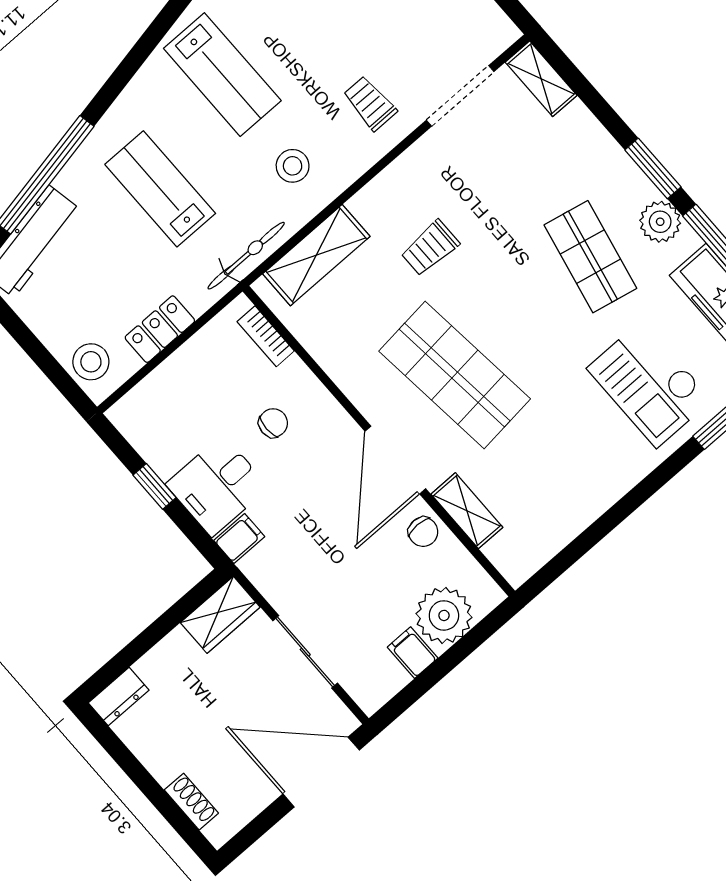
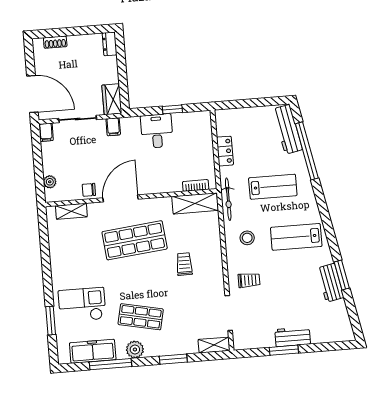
window: (653, 168) -> (173, 359), moved
shelving: (316, 255) -> (195, 203), moved, turned 90
stool: (91, 362) -> (231, 119), removed
chair: (273, 423) -> (164, 166), removed
door: (395, 460) -> (121, 198), hinge flipped
shelving: (467, 511) -> (71, 211), moved
filing cabinet: (239, 539) -> (113, 127), moved
plant: (444, 615) -> (50, 182), width x0.53, depth x0.53
filing cabinet: (413, 653) -> (46, 132), moved, turned 90
door: (321, 772) -> (32, 94), hinge flipped

